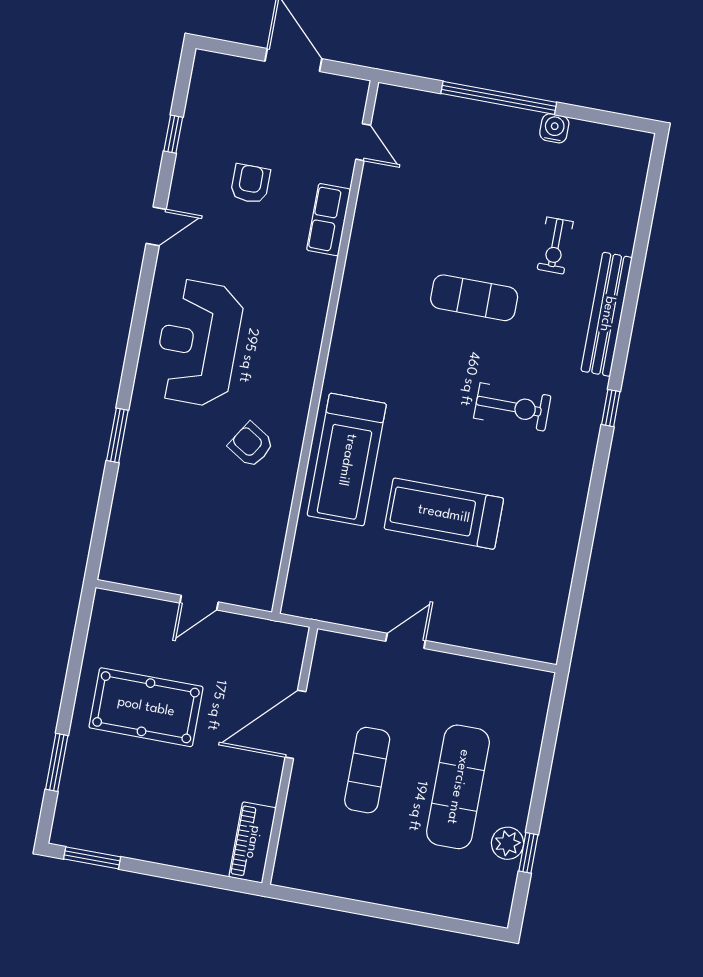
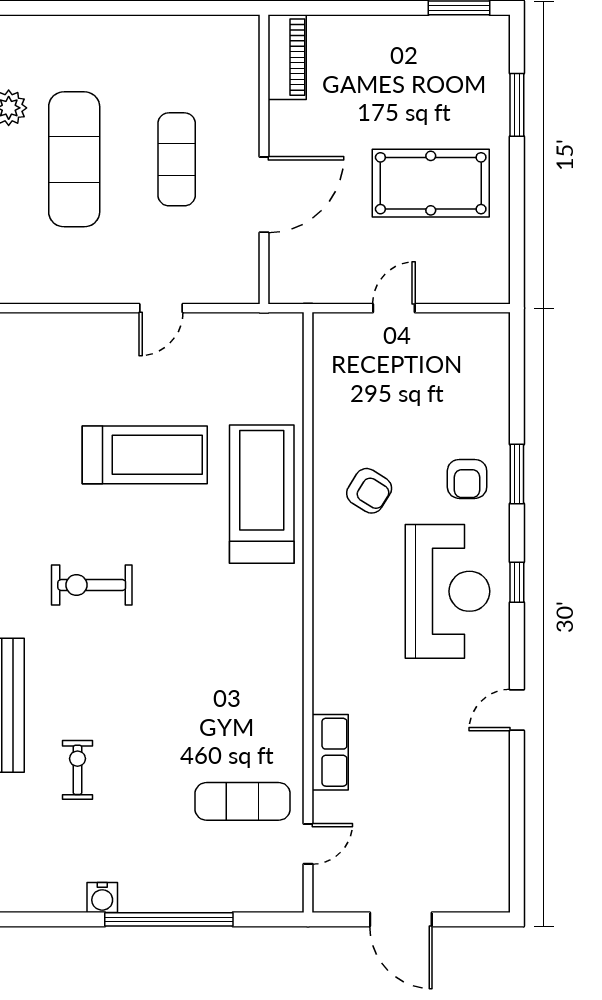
window: (173, 134) -> (517, 582), moved
door: (363, 142) -> (308, 844), swing flipped
armchair: (250, 184) -> (467, 479), moved
exercise mat: (474, 298) -> (243, 801), moved

